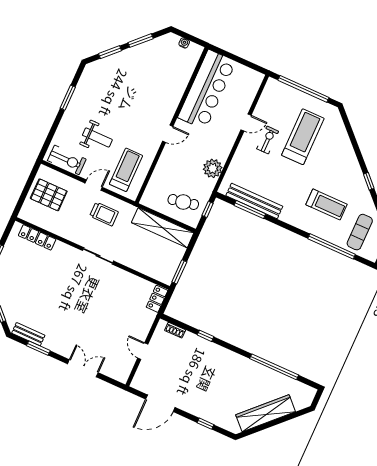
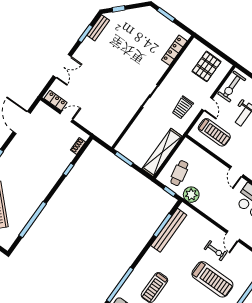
plant: (213, 168) -> (191, 195), moved
locker: (157, 299) -> (56, 101), moved

